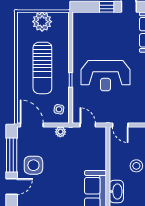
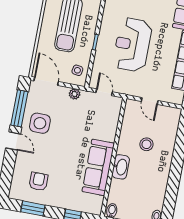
reception desk: (105, 76) -> (132, 45), turned 90
door: (120, 125) -> (150, 101), moved
door: (12, 186) -> (13, 141), hinge flipped

